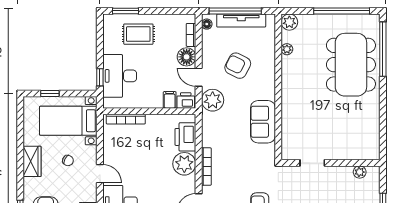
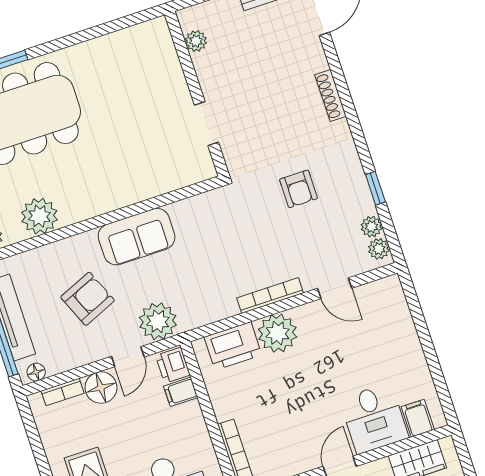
plant: (287, 49) -> (39, 216), width x1.88, depth x1.88
armchair: (238, 66) -> (87, 299), turned -140
sofa: (263, 122) -> (137, 237), moved

